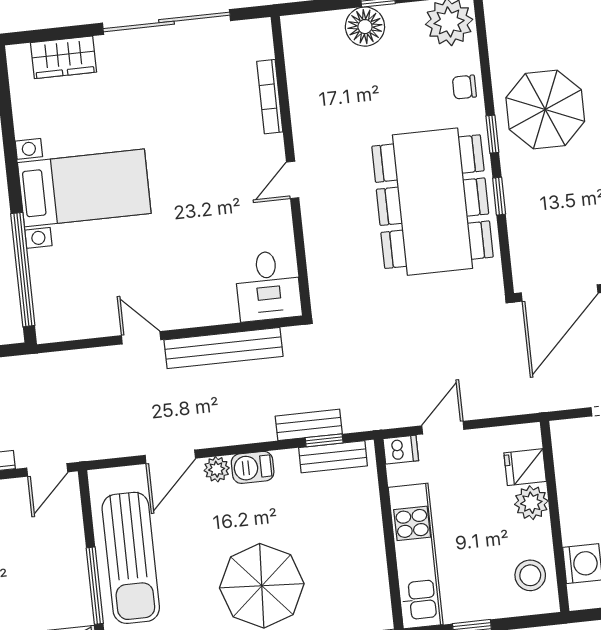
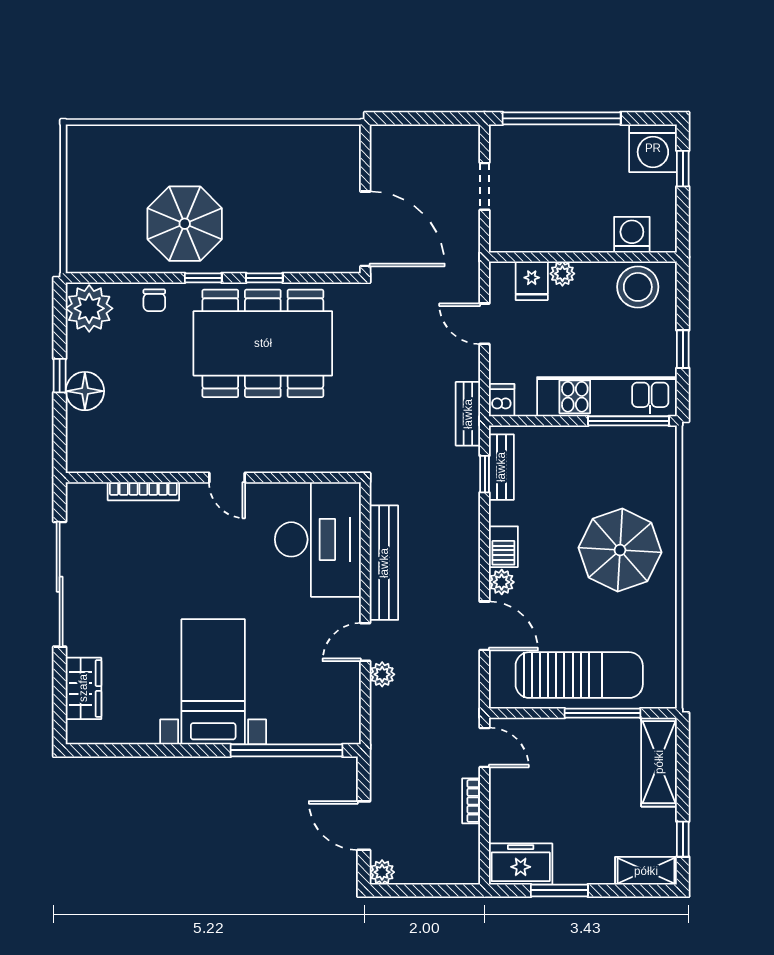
desk: (268, 286) -> (318, 539), width x1.87, depth x1.30
plant: (110, 358) -> (382, 674), added
bench: (309, 425) -> (468, 414), moved
door: (443, 428) -> (485, 324), moved
plant: (531, 503) -> (562, 274), width x0.73, depth x0.73
stool: (530, 575) -> (638, 287), width x1.38, depth x1.38
window: (393, 580) -> (629, 421), added

